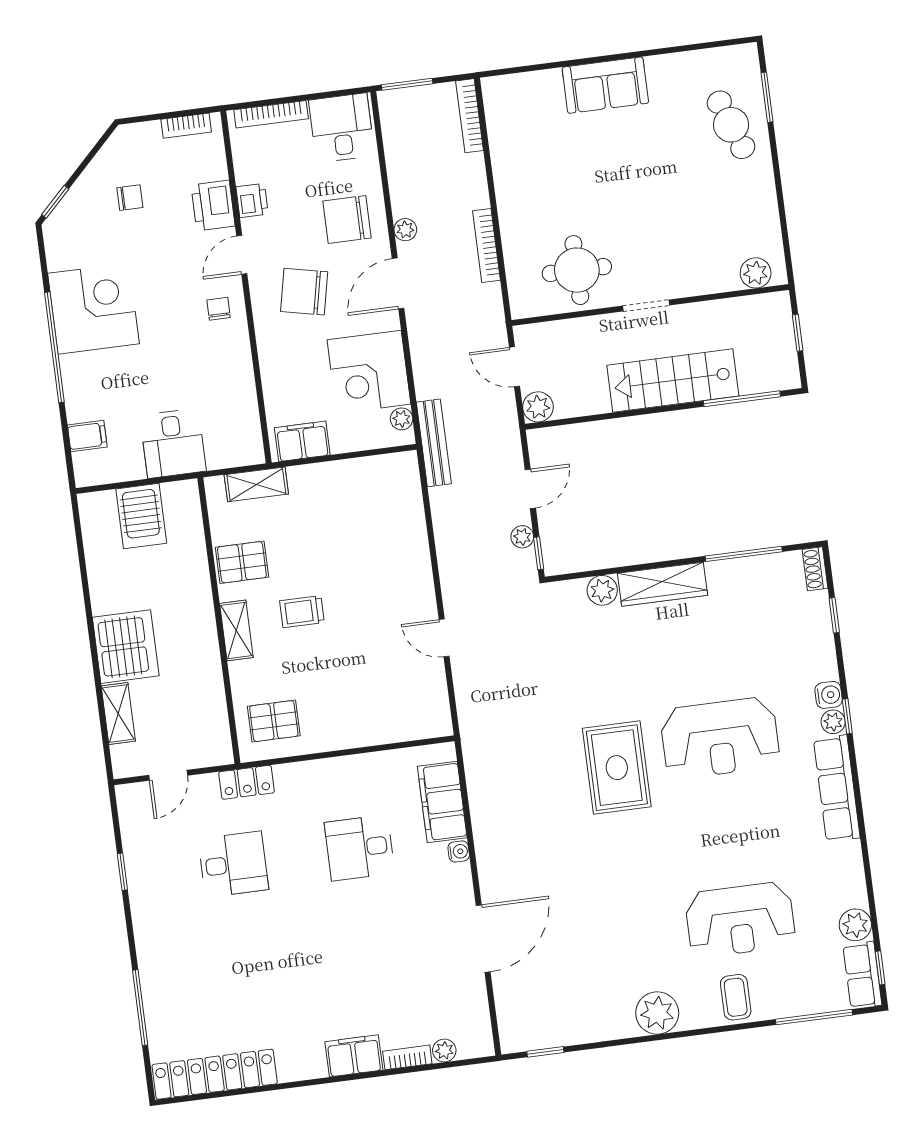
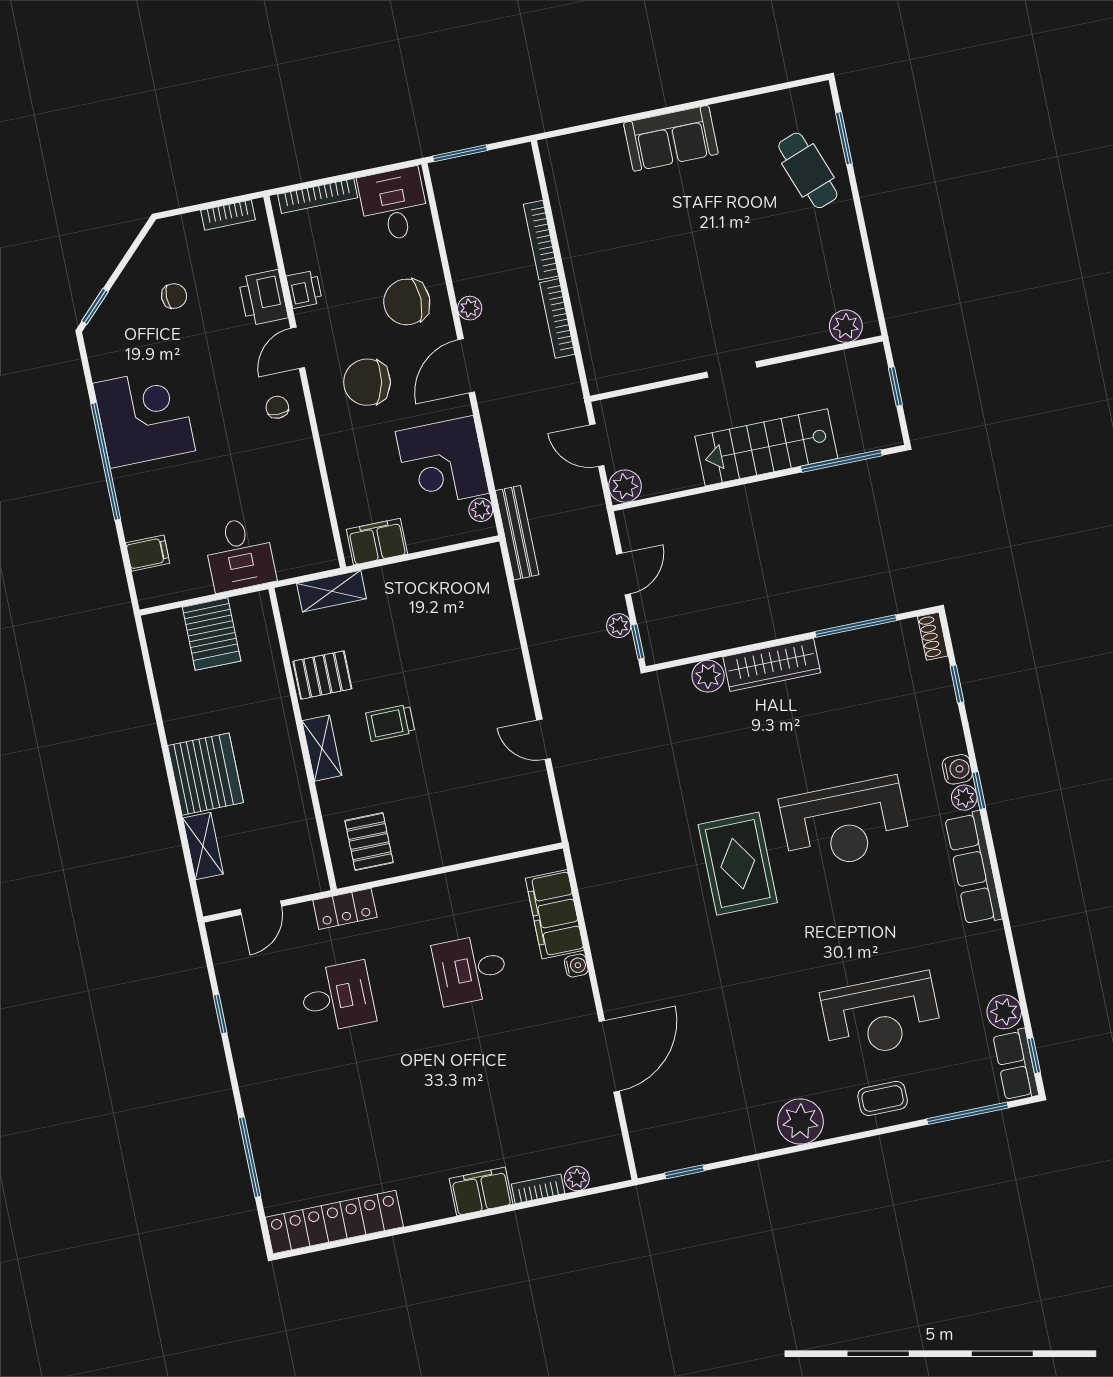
bookcase: (470, 116) -> (541, 240), moved
round table: (577, 270) -> (655, 337), removed
pallet: (274, 721) -> (369, 842), turned 90
coffee table: (736, 997) -> (883, 1098), turned 90

